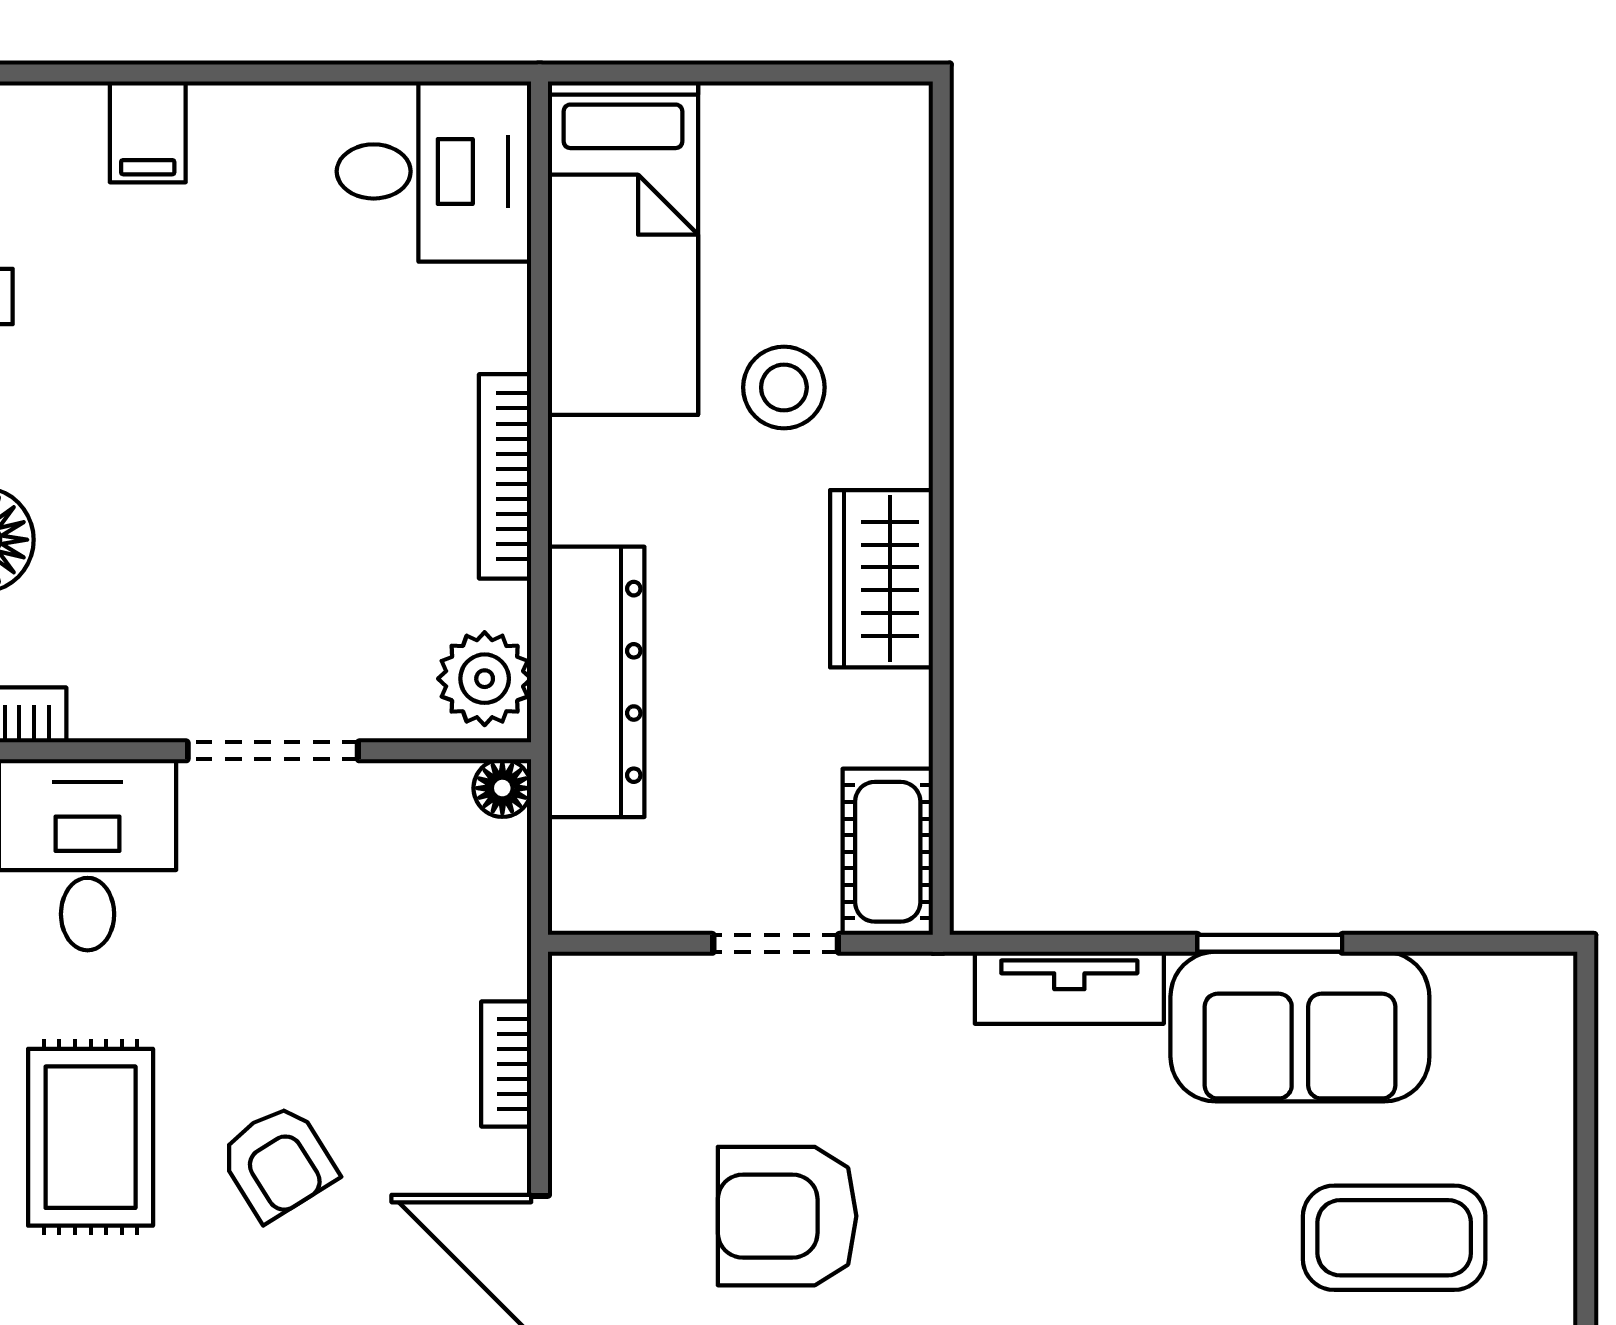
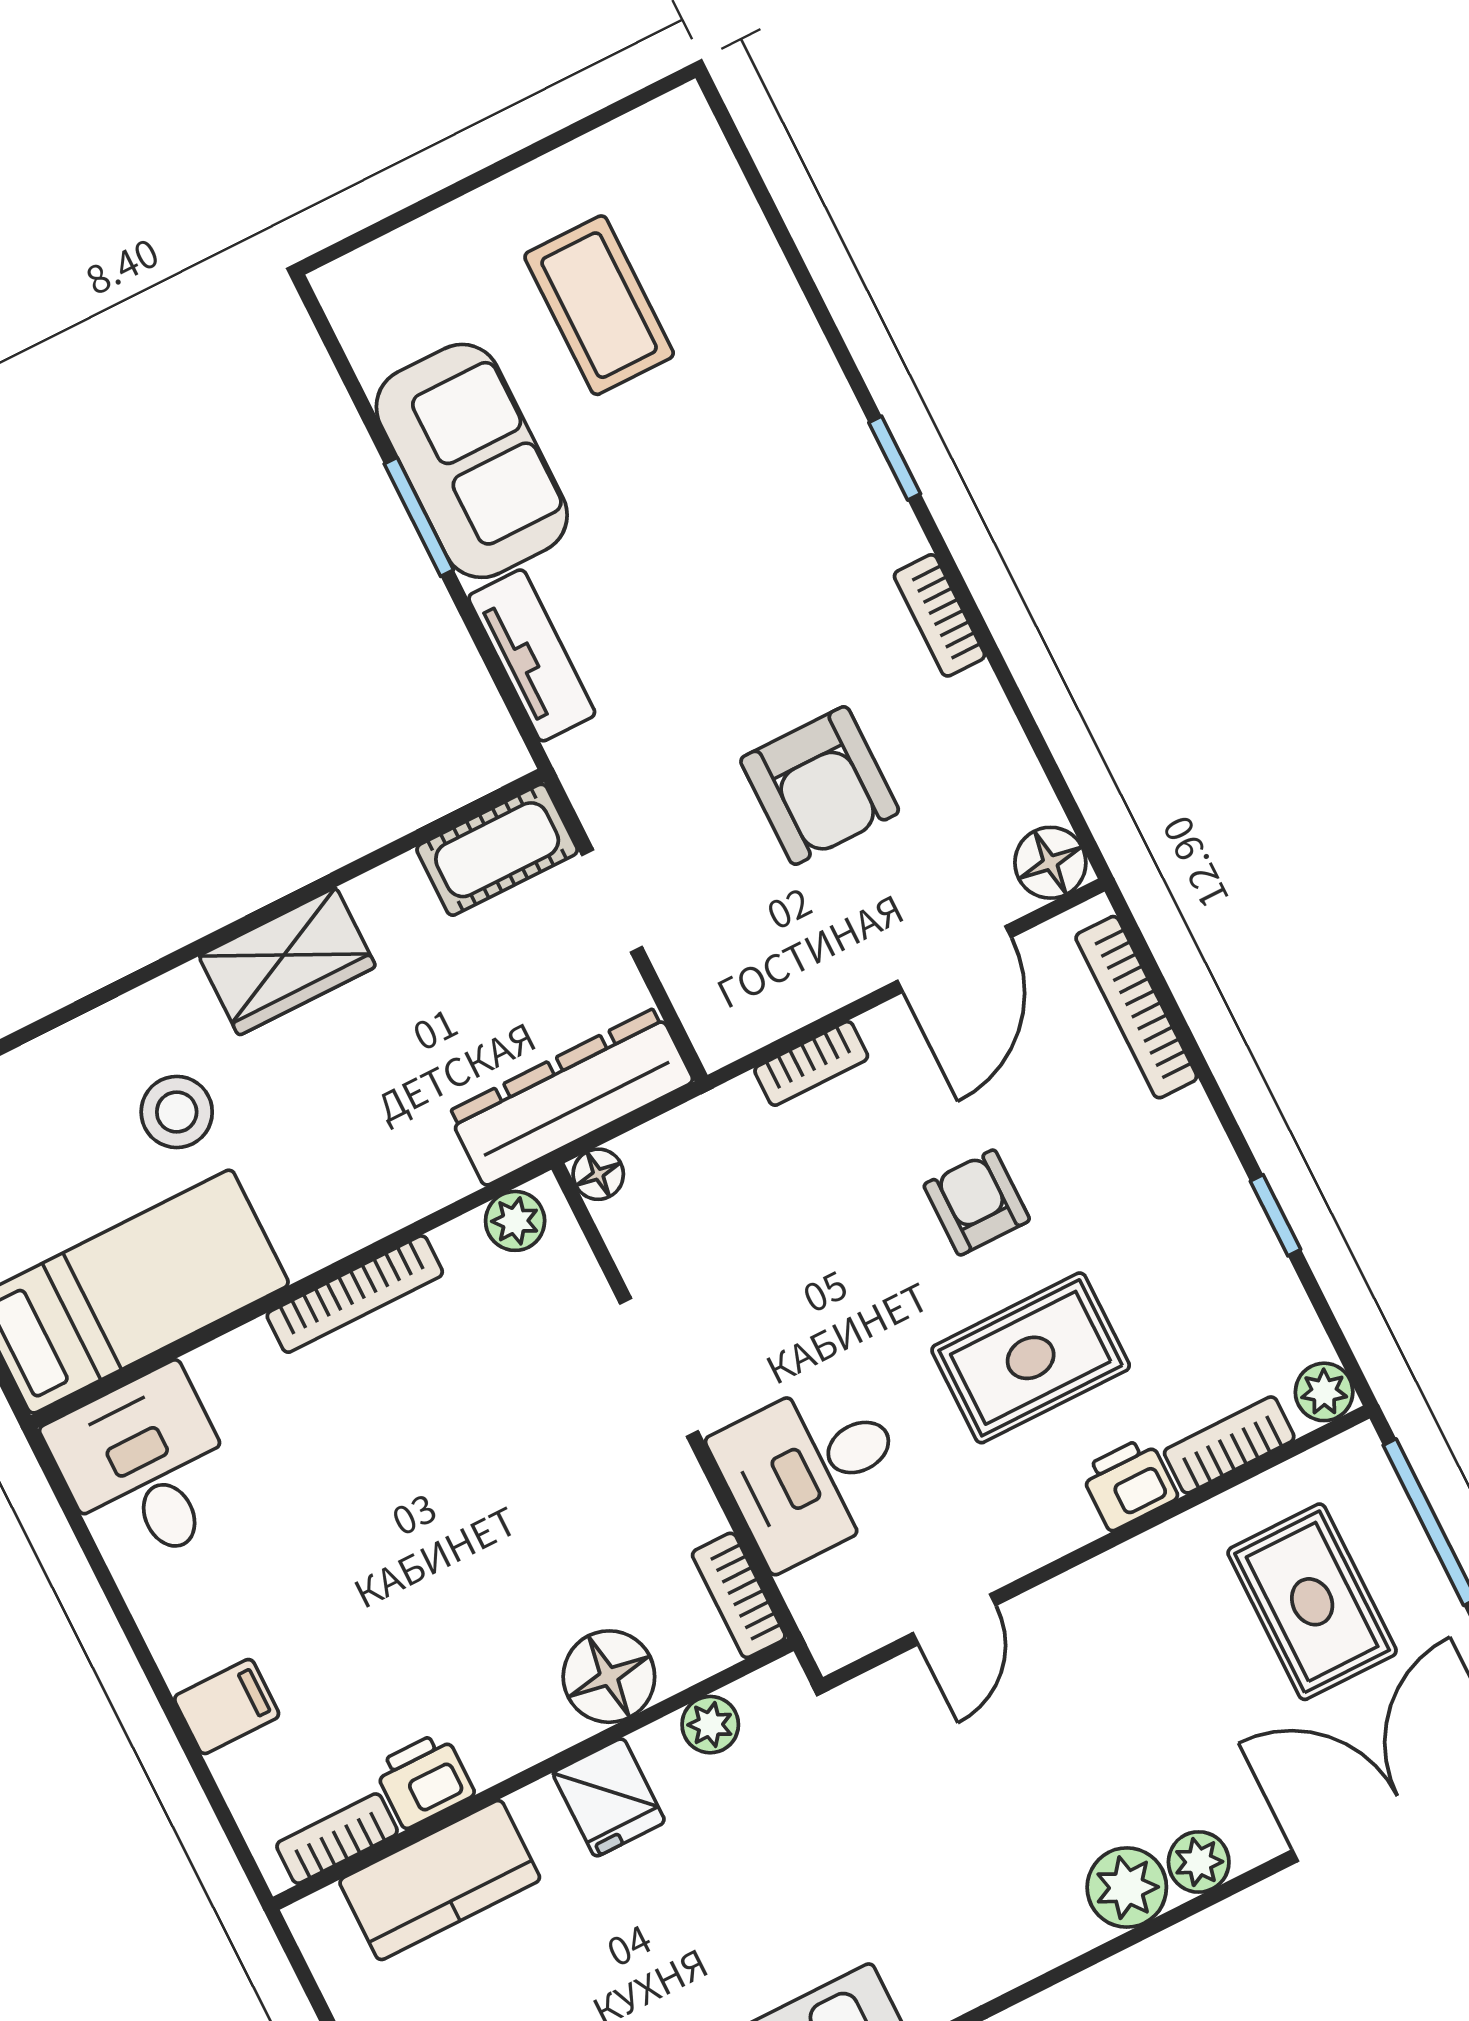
plant: (485, 679) -> (515, 1221), width x0.73, depth x0.73
dresser: (596, 682) -> (571, 1097), moved
armchair: (278, 1162) -> (977, 1202), turned -58

